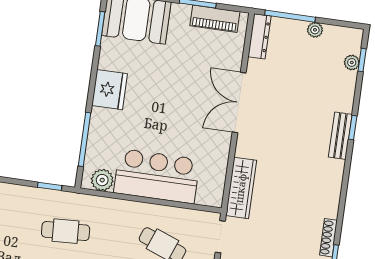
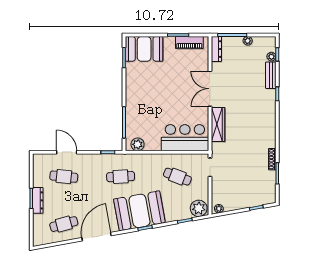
fridge: (110, 90) -> (134, 92), removed
bench: (340, 136) -> (271, 75), moved
bar counter: (157, 176) -> (185, 138), moved
wardrobe: (241, 188) -> (218, 124), moved

